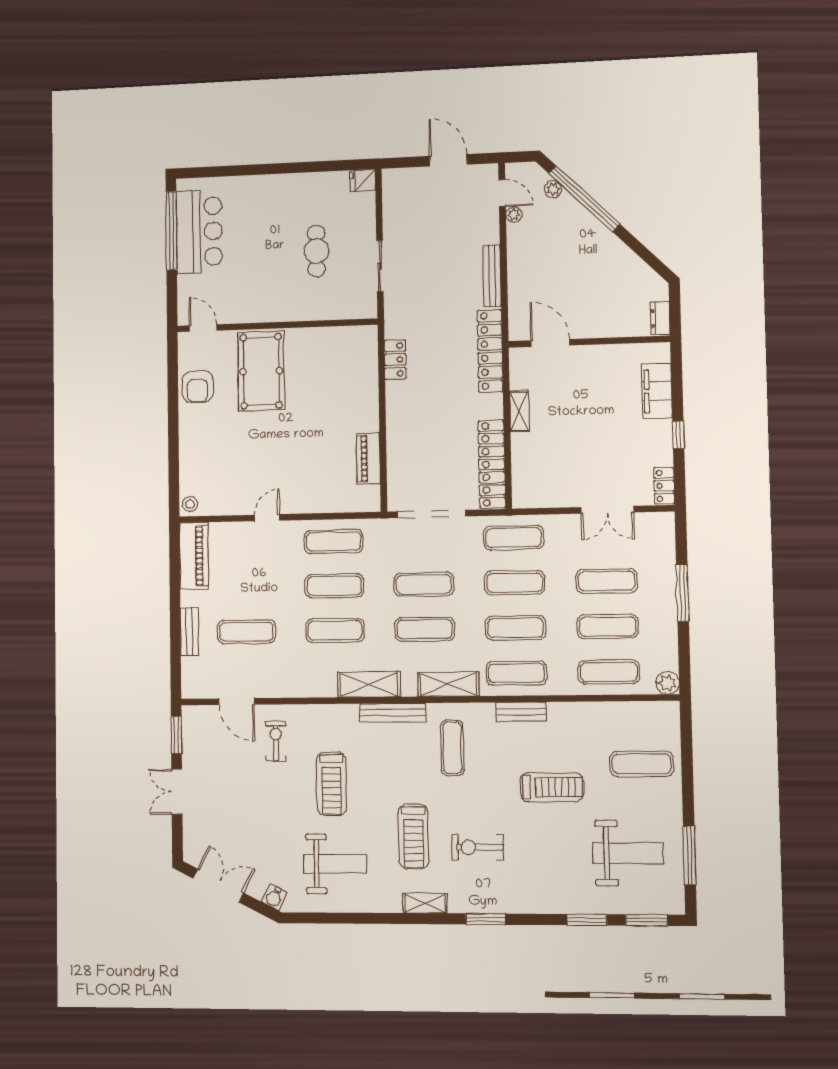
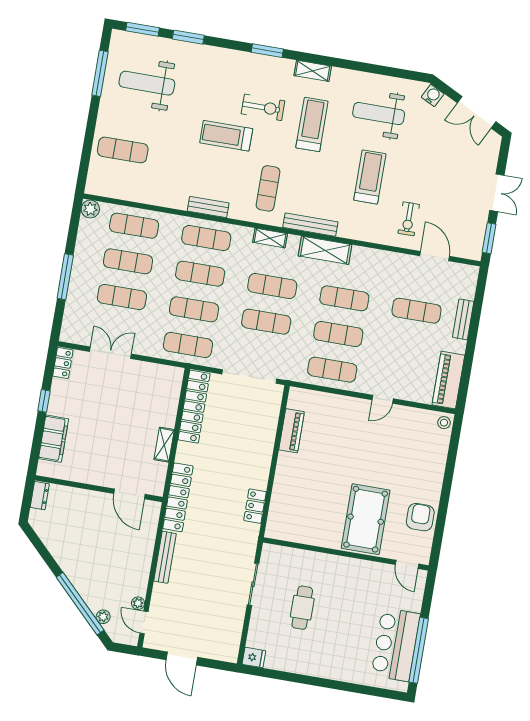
shelving: (448, 684) -> (270, 238), width x0.67, depth x0.75
treadmill: (552, 787) -> (226, 136), moved

